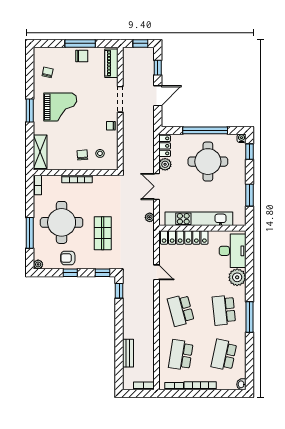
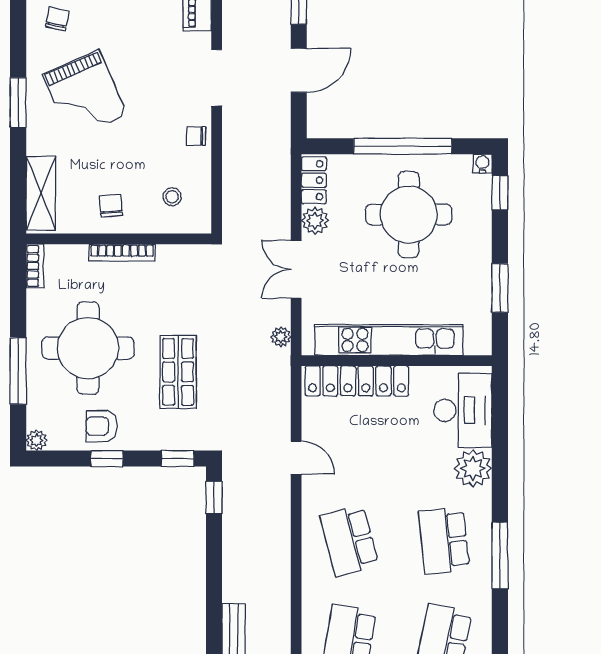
grand piano: (60, 107) -> (85, 95), turned 66
chair: (82, 155) -> (111, 206), moved

